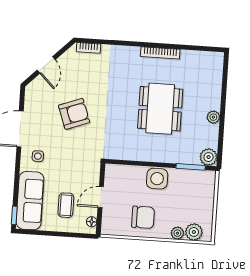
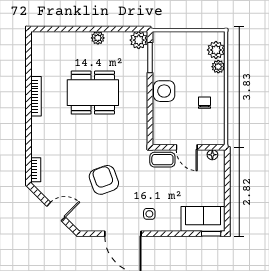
sofa: (30, 201) -> (203, 219), width x0.73
coffee table: (66, 205) -> (162, 160), moved
chair: (143, 217) -> (205, 103), width x0.54, depth x0.54

